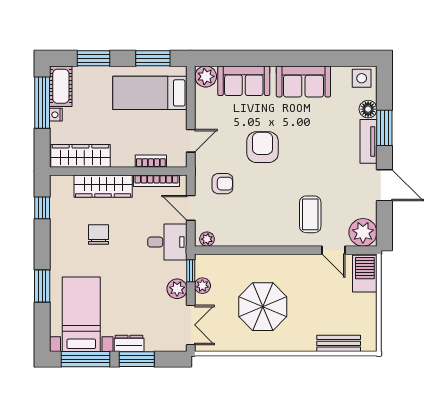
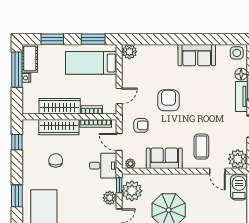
sofa: (244, 81) -> (164, 158), moved, turned 180
wardrobe: (81, 156) -> (60, 106), moved
plant: (202, 286) -> (132, 191), width x1.88, depth x1.88

